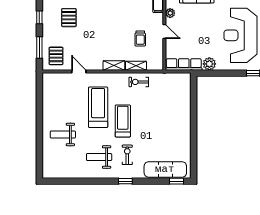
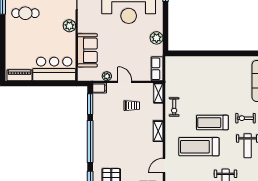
door: (164, 31) -> (125, 82), hinge flipped
row of seats: (184, 64) -> (157, 69), width x0.68
shelving: (136, 66) -> (158, 93), moved

